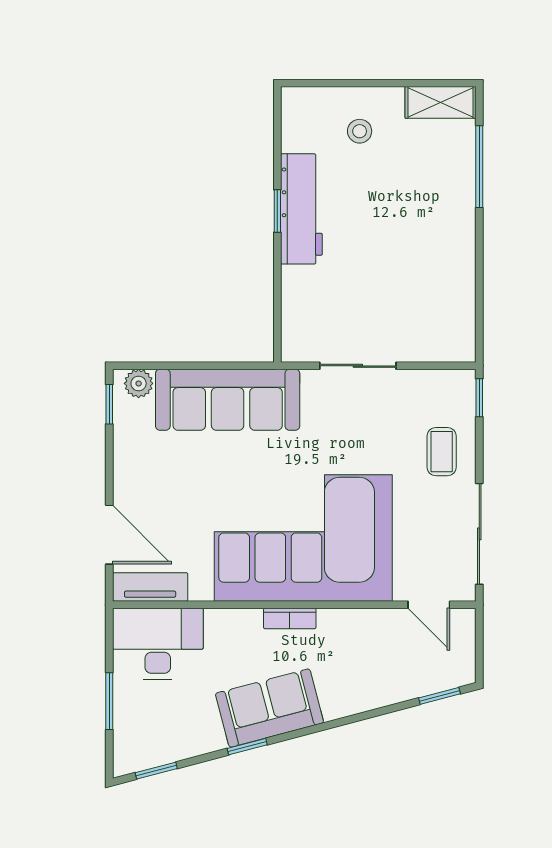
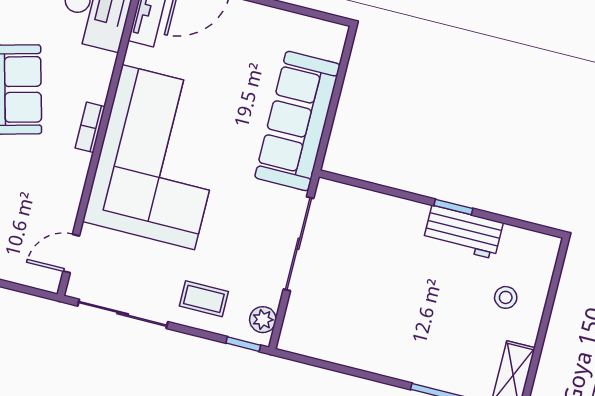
workbench: (301, 209) -> (463, 232), width x0.73
sliding door: (358, 366) -> (298, 244), width x1.37
plant: (139, 383) -> (263, 320), moved
window: (109, 404) -> (320, 15), removed

